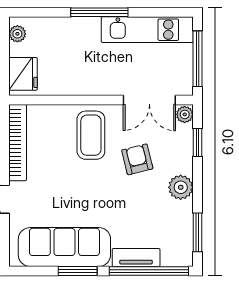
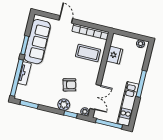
fridge: (23, 74) -> (115, 55), moved, turned -90
double door: (149, 100) -> (95, 97), swing flipped
coffee table: (91, 135) -> (88, 53), moved
plant: (181, 187) -> (64, 105), moved

